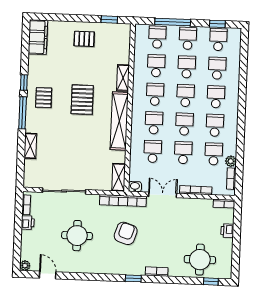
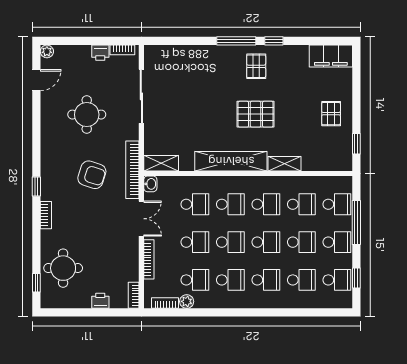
pallet: (44, 98) -> (256, 66), turned 90
shelving: (30, 146) -> (196, 52), removed

